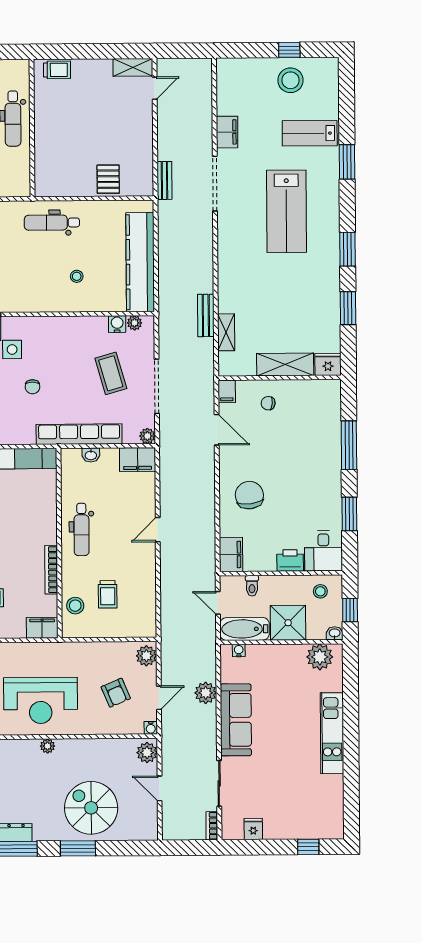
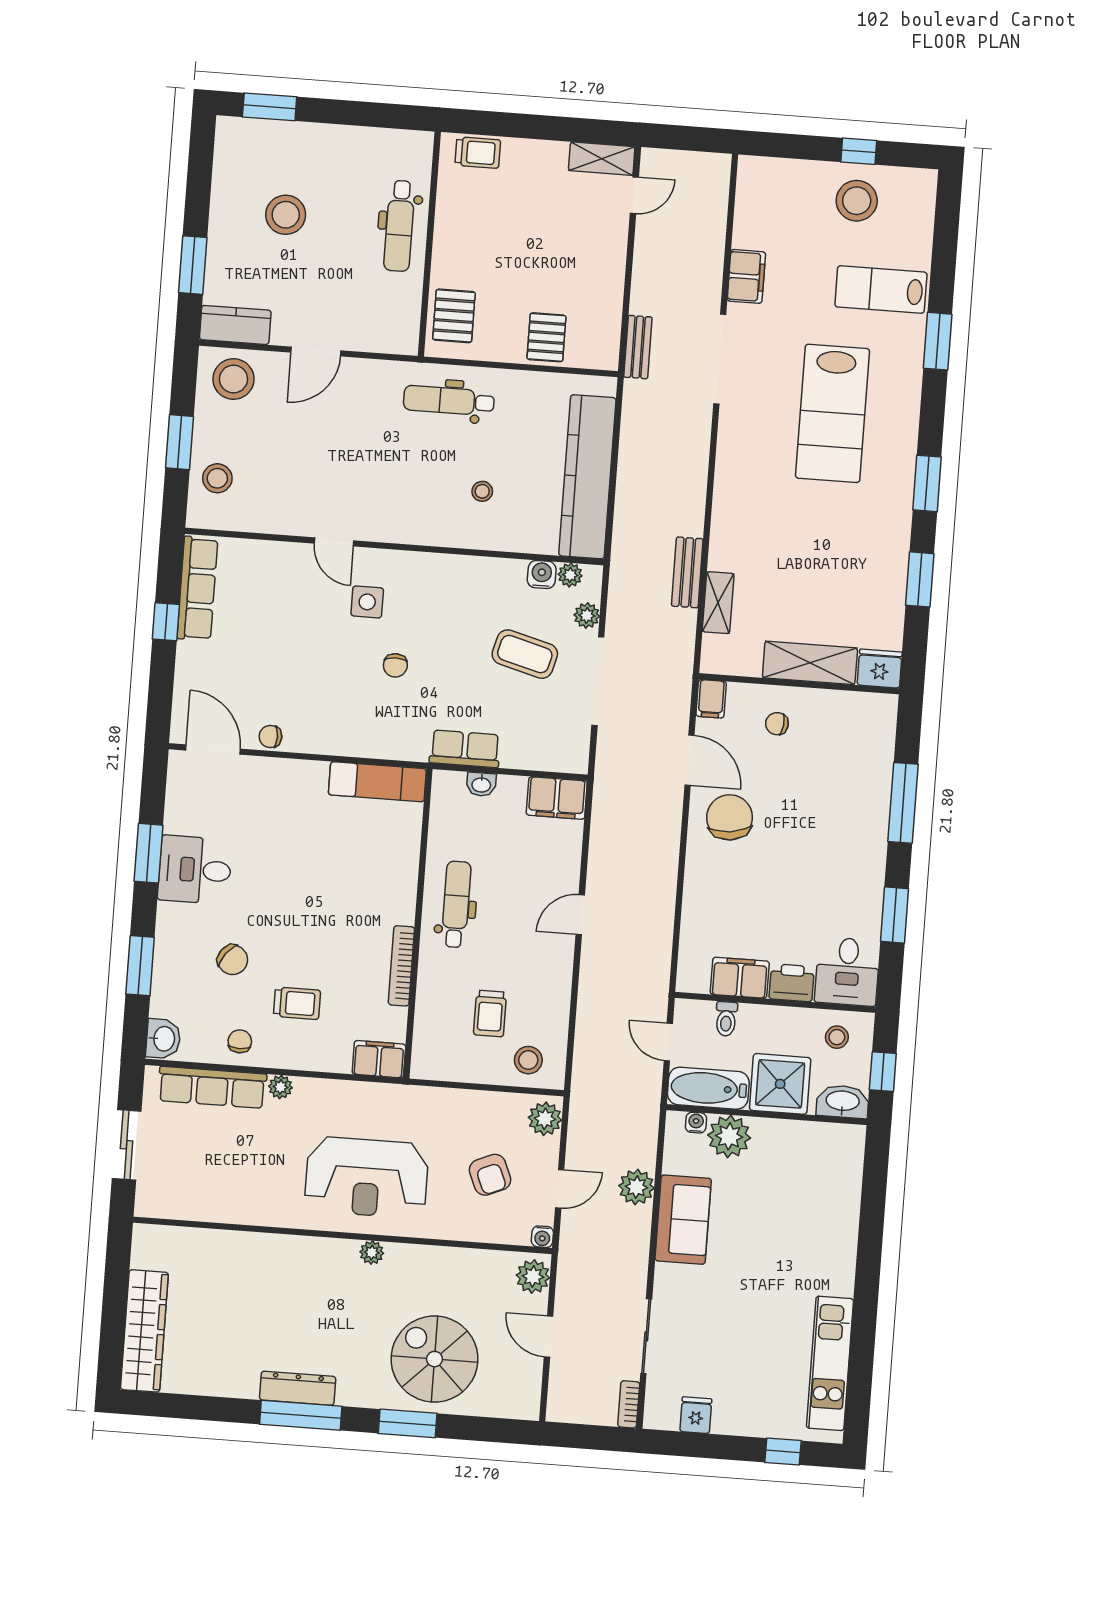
pallet: (51, 171) -> (454, 316), added
coffee table: (111, 373) -> (525, 654), turned -59
row of seats: (79, 434) -> (465, 749), width x0.50
plant: (147, 436) -> (587, 616), moved
chair: (249, 495) -> (730, 817), moved
dental chair: (81, 529) -> (456, 904), turned 180
filing cabinet: (231, 554) -> (740, 978), moved, turned -90
stool: (75, 606) -> (528, 1060), moved
washbasin: (335, 633) -> (843, 1102), width x1.91, depth x1.45
plant: (320, 657) -> (729, 1136), moved
sofa: (236, 720) -> (683, 1220), width x0.73
kitchen unit: (332, 733) -> (830, 1363), moved

